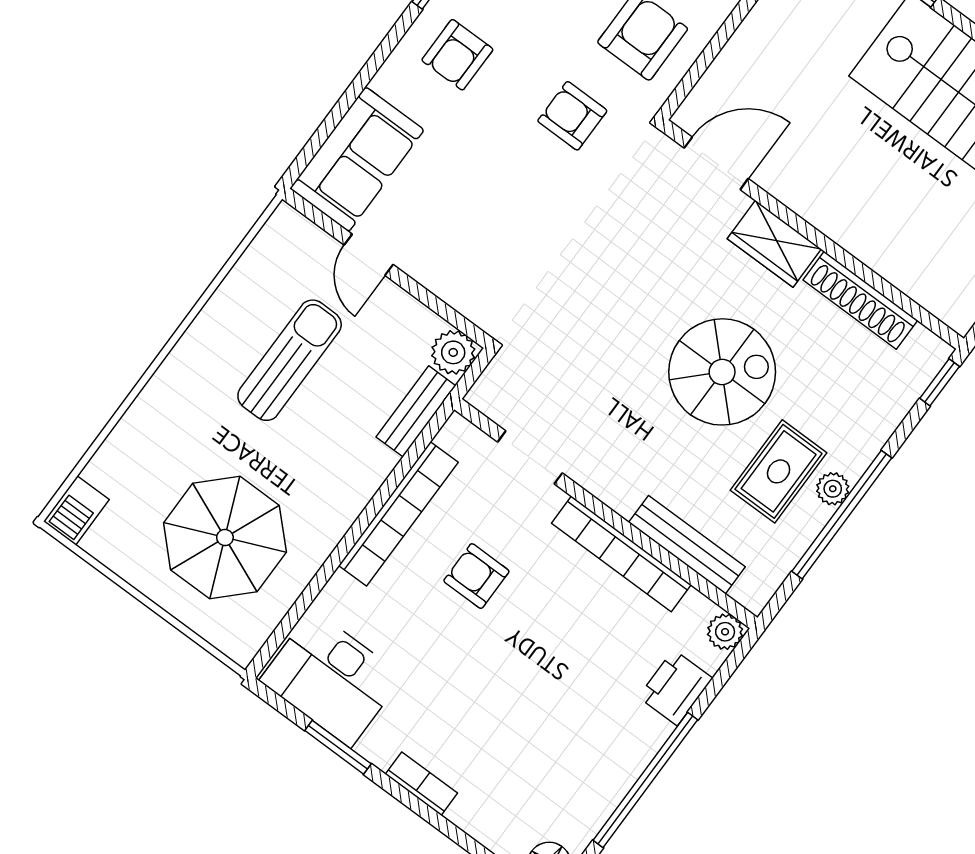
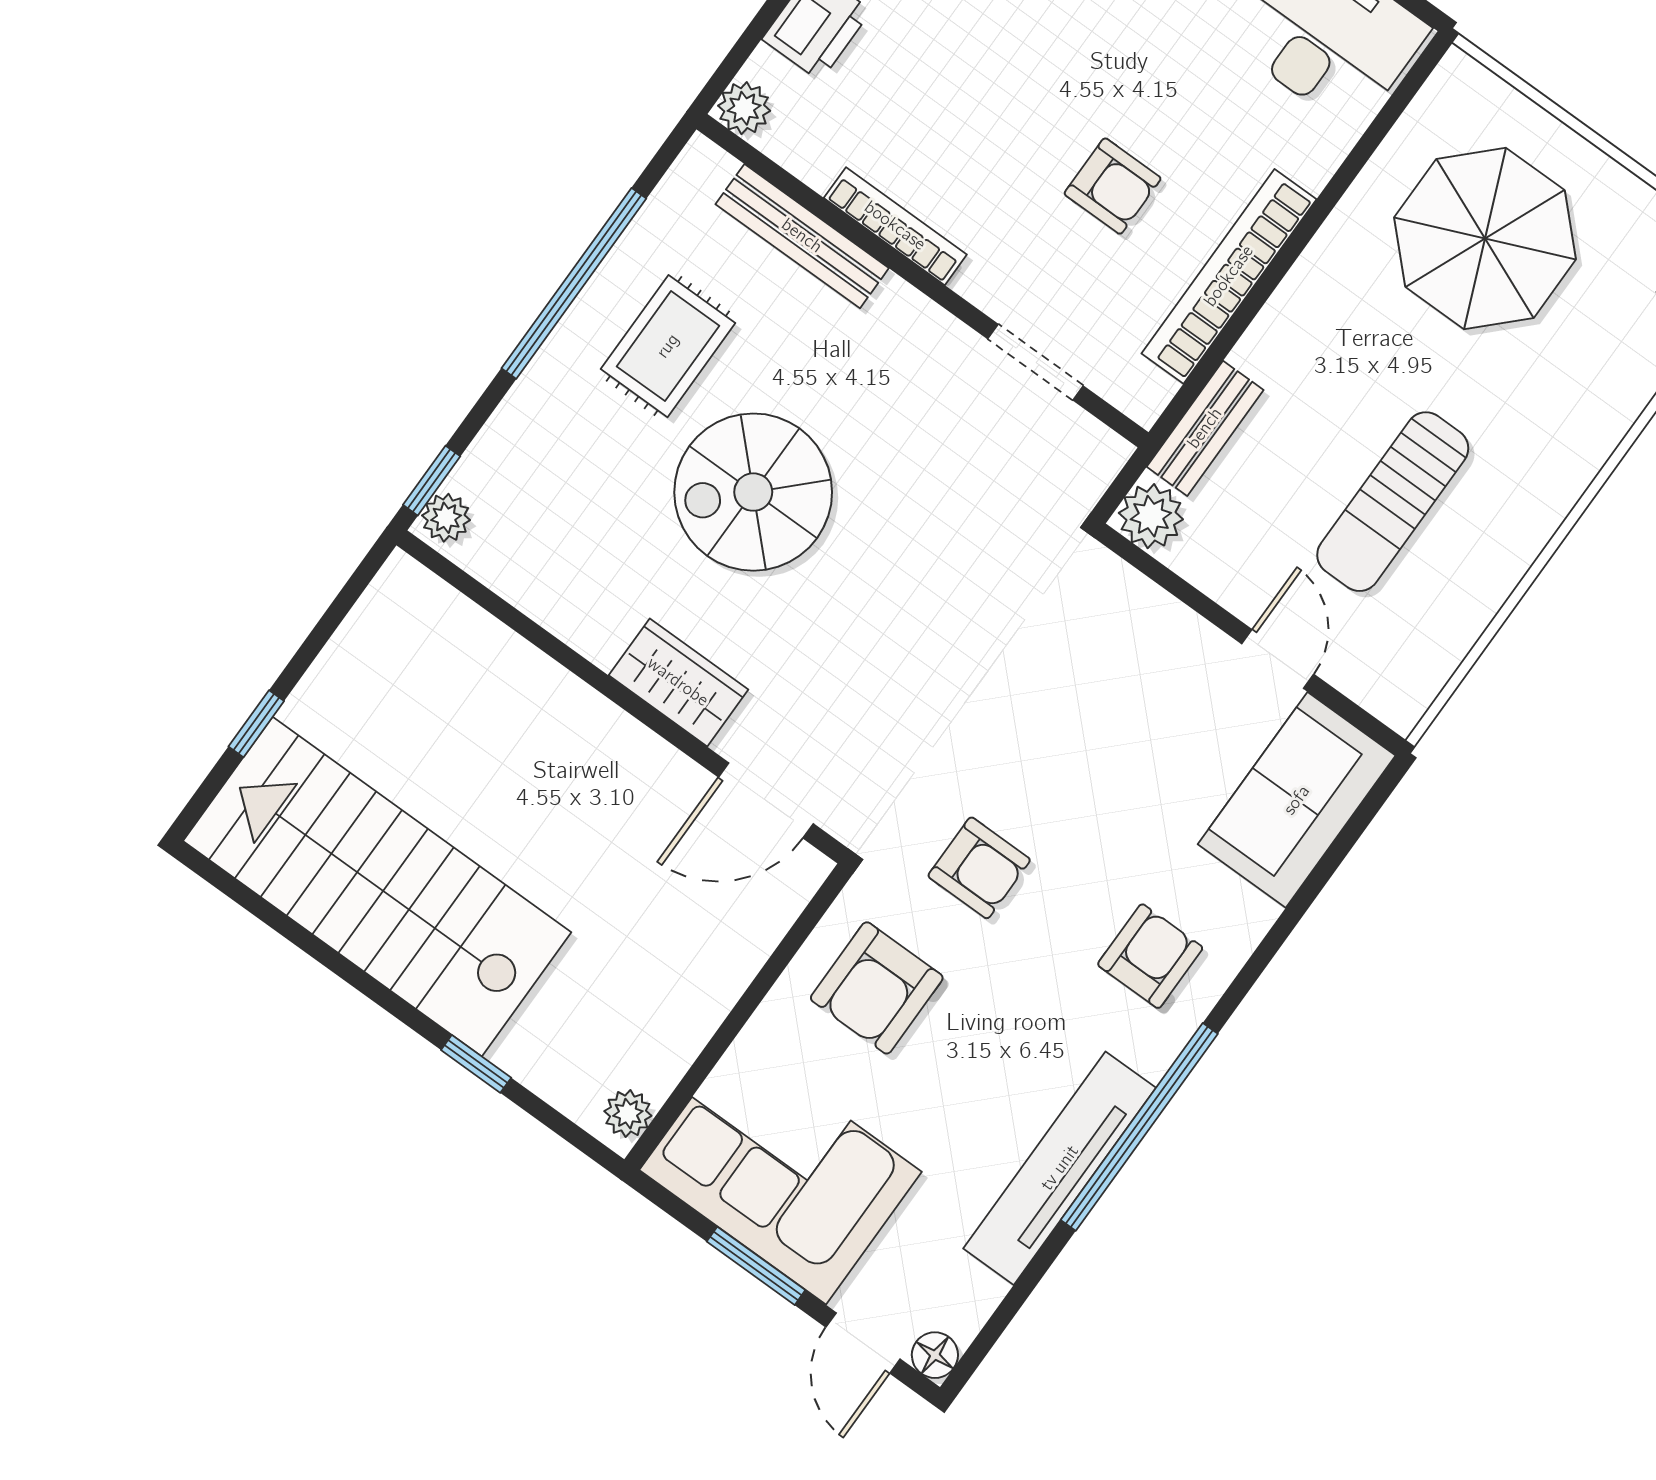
shoe rack: (860, 300) -> (550, 601), removed
plant: (833, 489) -> (446, 518), moved
bookcase: (621, 554) -> (895, 226), width x0.68, depth x0.76

